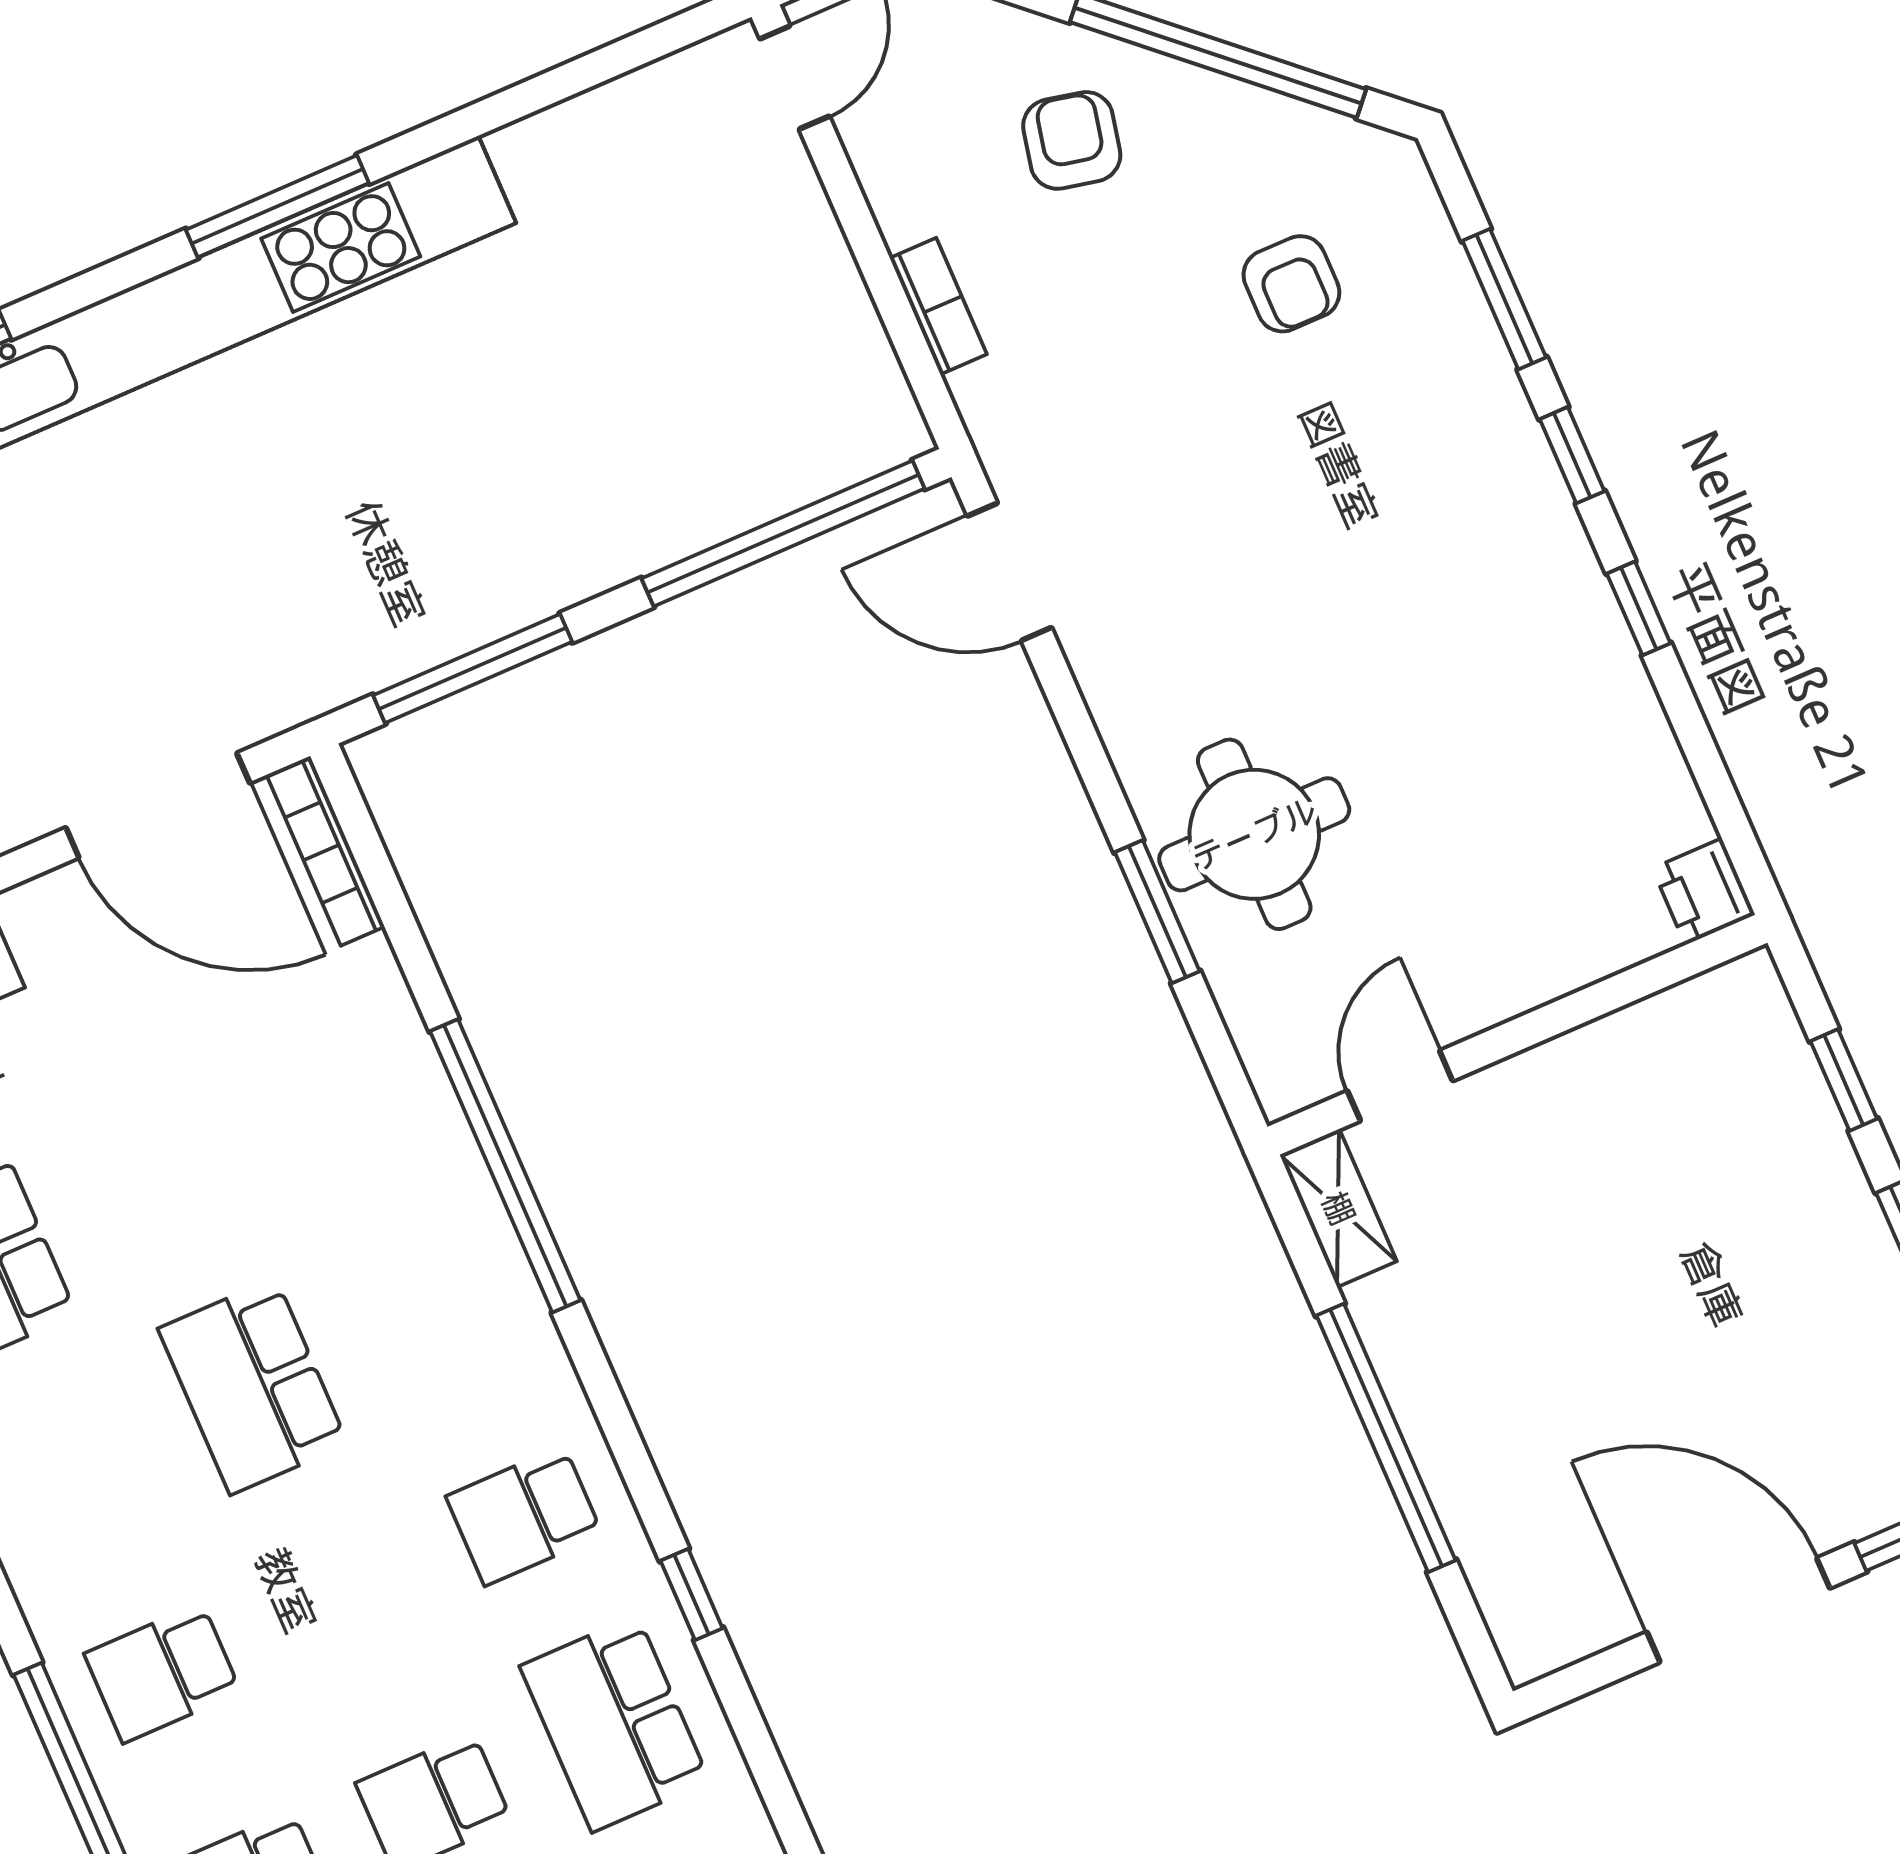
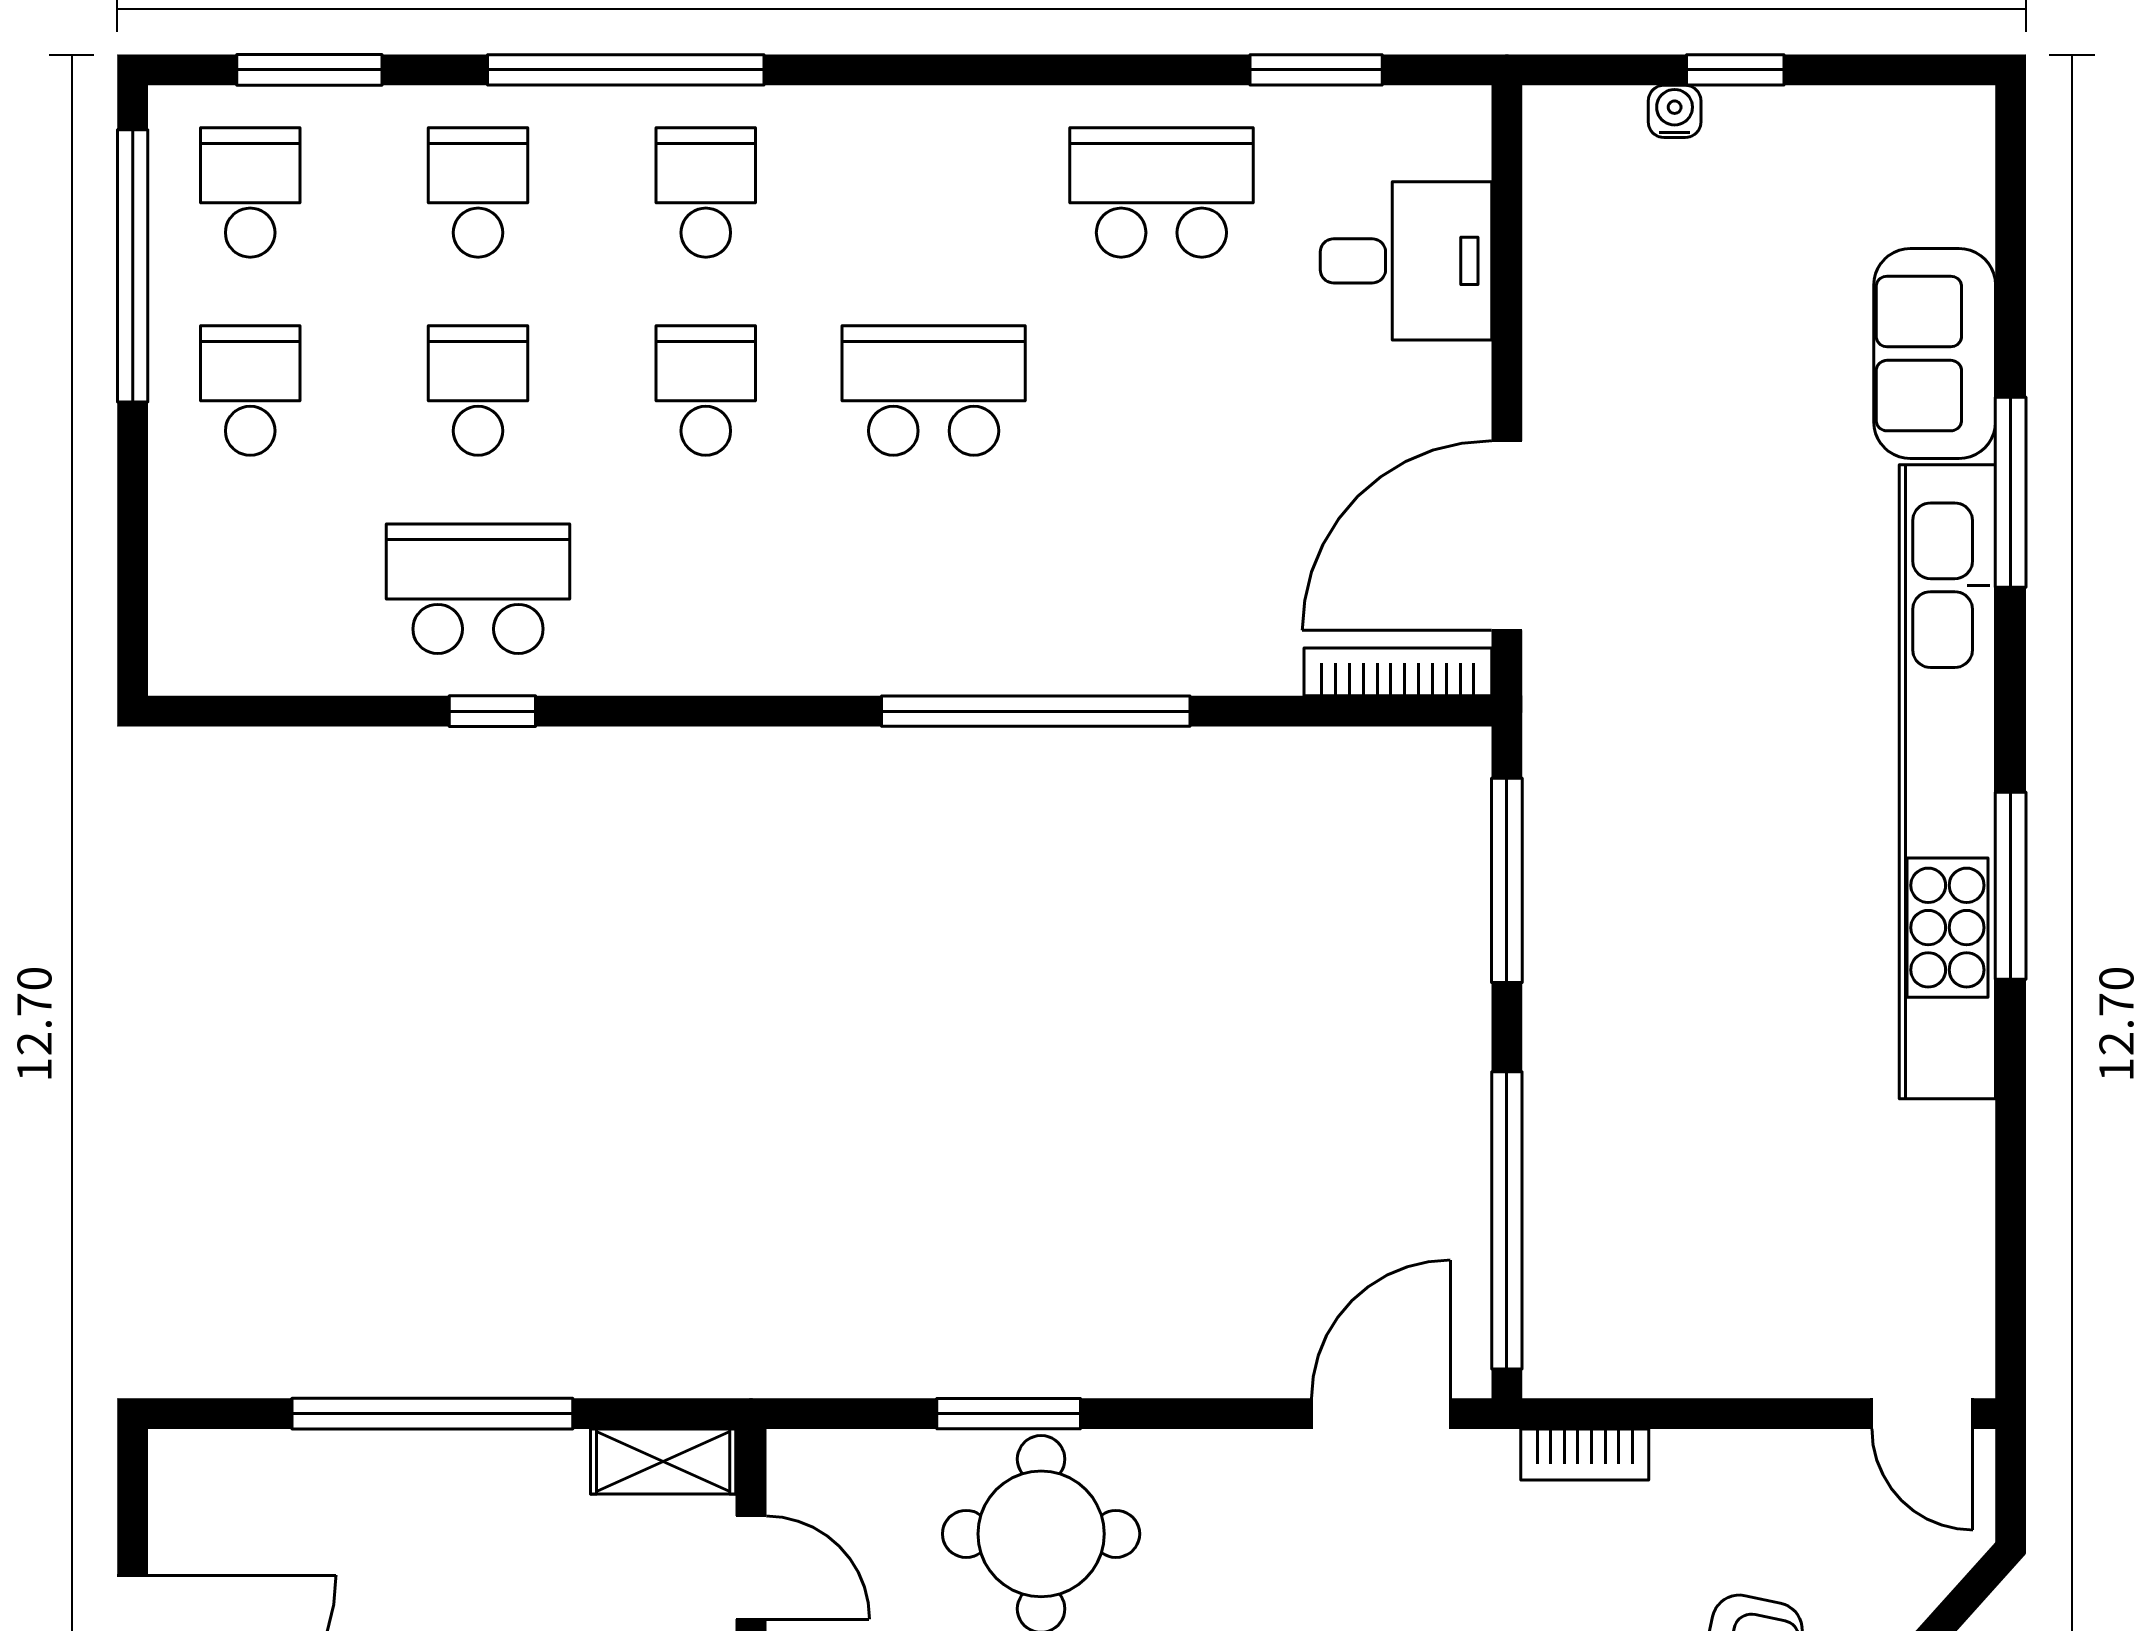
bookcase: (938, 306) -> (1585, 1454), moved
school desk: (524, 1516) -> (706, 391), moved
window: (692, 1595) -> (492, 711), moved

